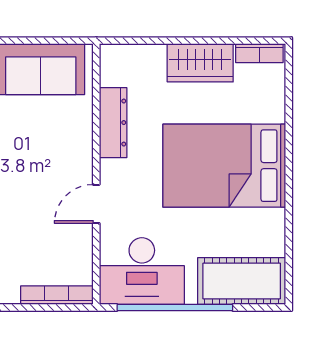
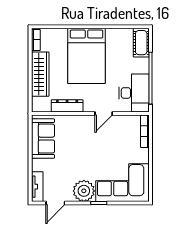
wardrobe: (200, 63) -> (40, 74), width x1.50
door: (96, 204) -> (104, 113), hinge flipped
cot: (242, 281) -> (141, 43), width x0.73, depth x0.75

